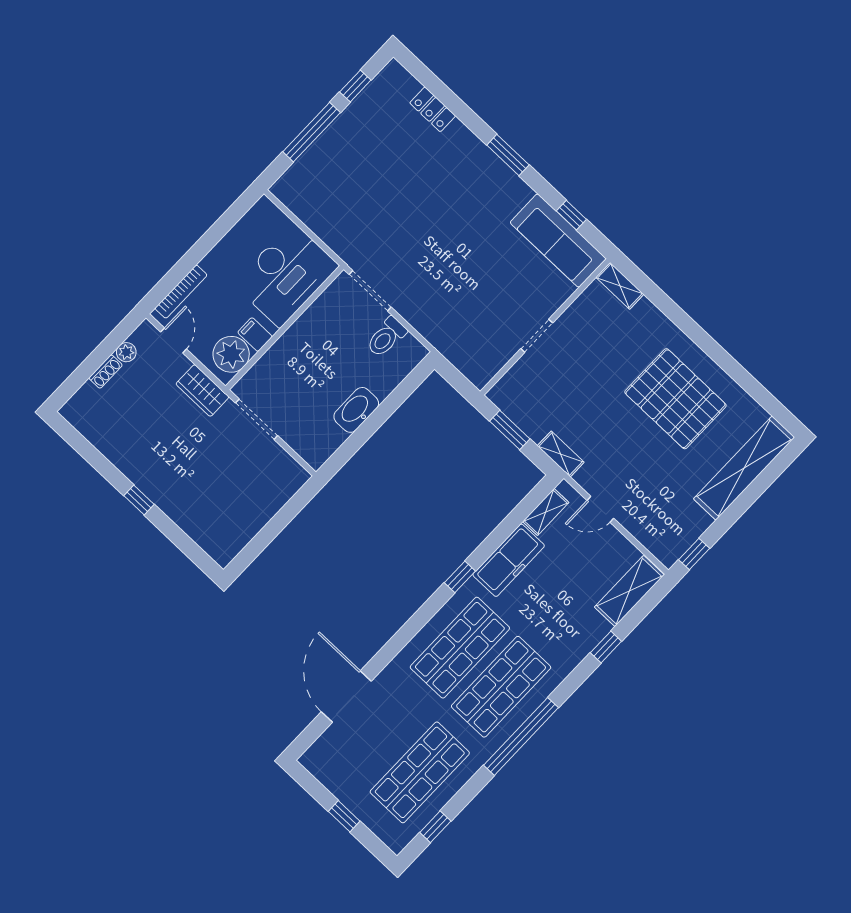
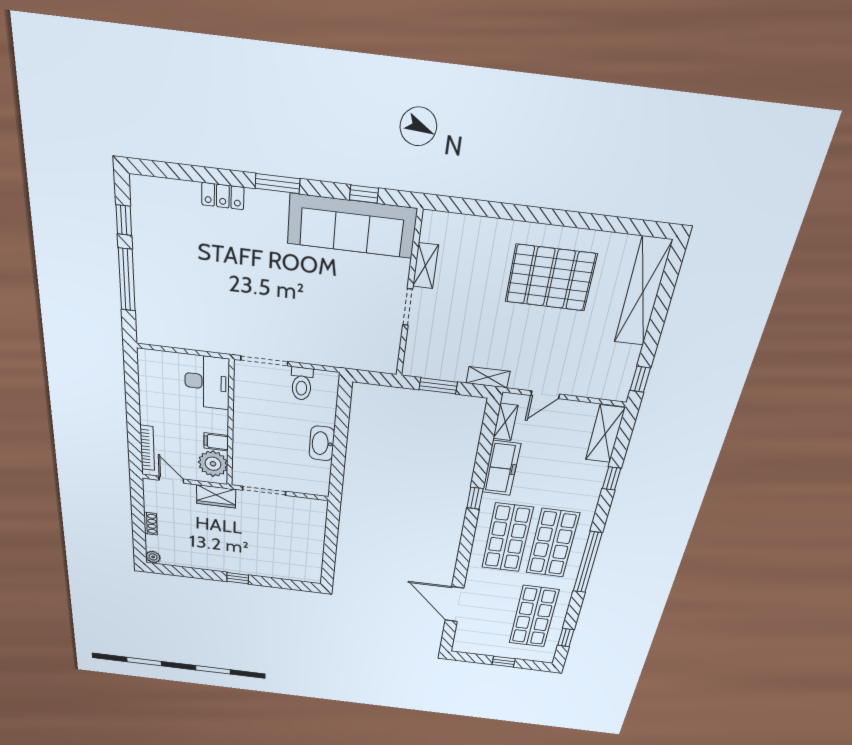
locker: (433, 109) -> (223, 196), moved
sofa: (558, 241) -> (352, 226), width x1.36, depth x1.27
desk: (286, 275) -> (207, 382), width x0.73, depth x0.77
shelving: (620, 286) -> (425, 266), moved, turned 90
plant: (126, 352) -> (153, 557), moved

